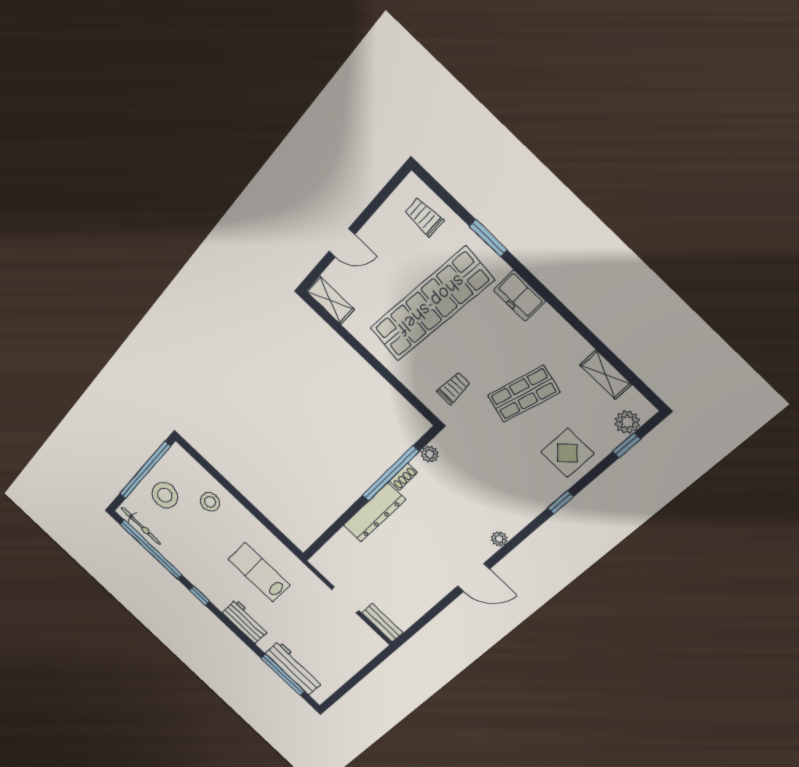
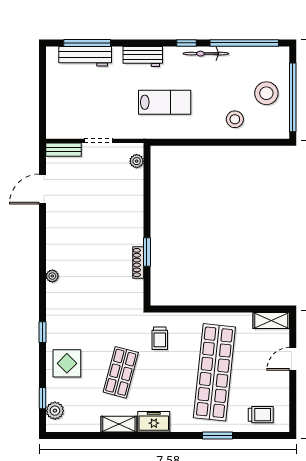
freezer: (520, 296) -> (154, 422), moved
shelving: (606, 375) -> (119, 424), moved
plant: (430, 454) -> (137, 161), moved
window: (390, 474) -> (147, 252), width x0.47
shoe rack: (403, 477) -> (138, 263), width x1.43
dresser: (374, 513) -> (134, 218), removed
bicycle: (141, 526) -> (206, 54), moved
door: (474, 577) -> (43, 189), moved

